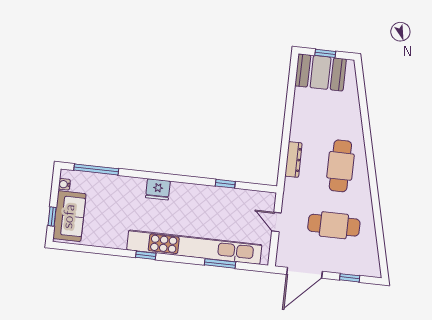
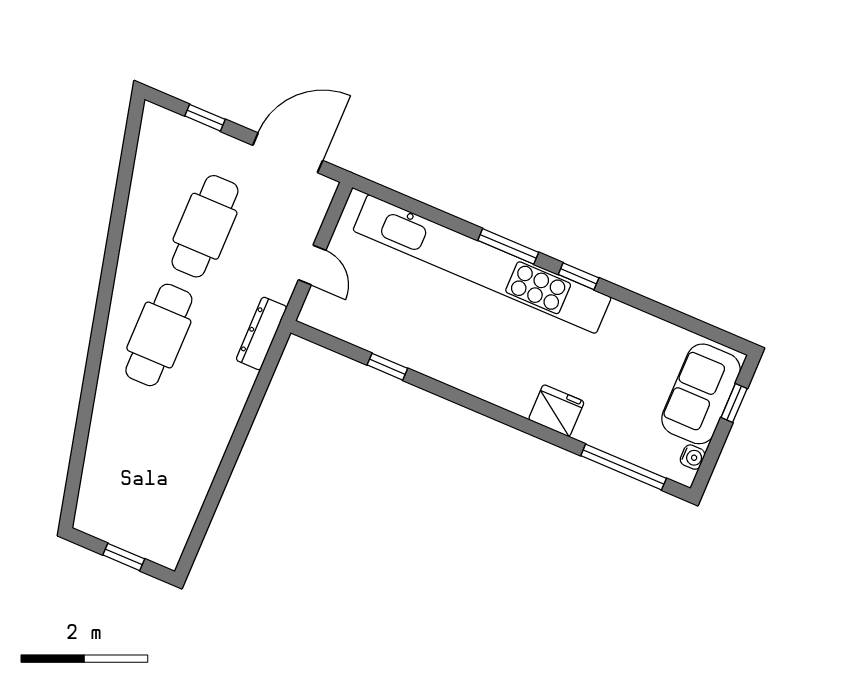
booth: (321, 72) -> (143, 523), removed
dresser: (293, 159) -> (261, 333), moved
fridge: (158, 189) -> (556, 411), moved
cafe table: (334, 225) -> (205, 226), turned 90
window: (220, 263) -> (508, 246), moved

